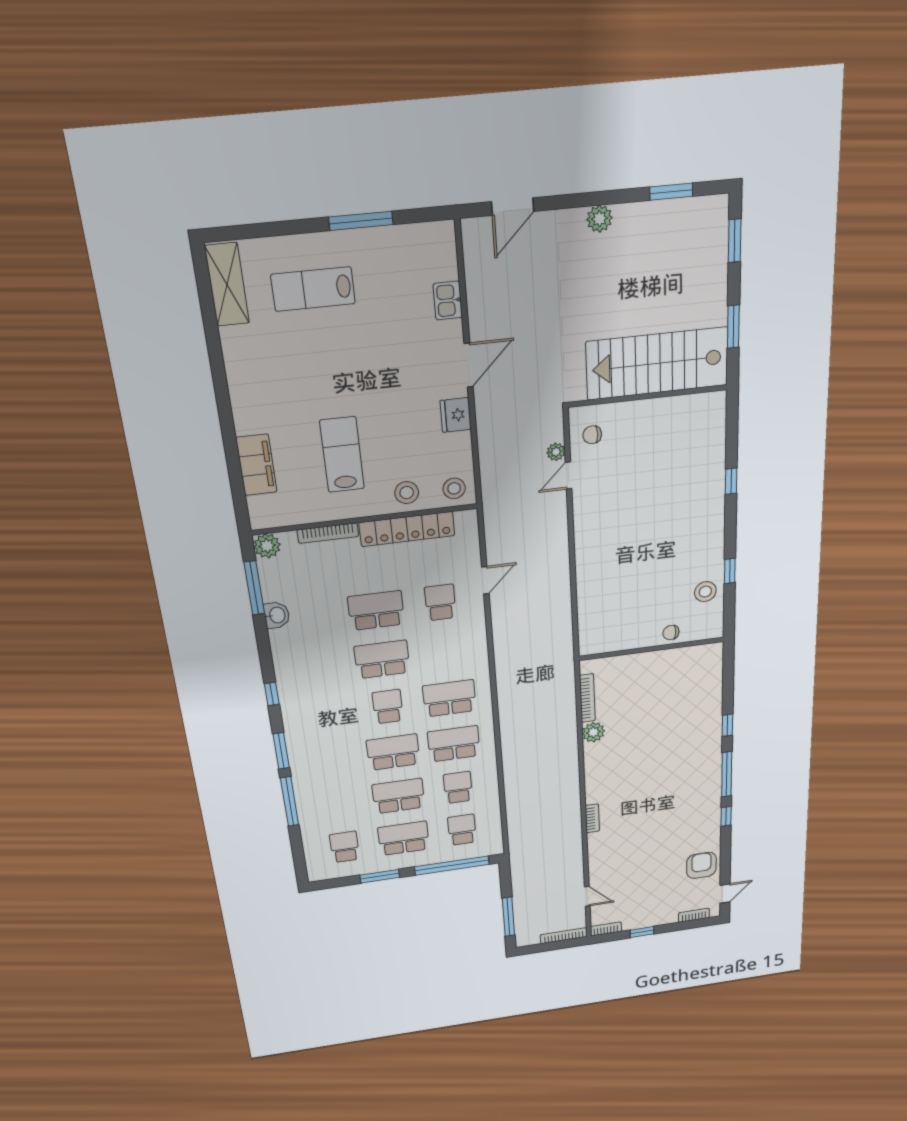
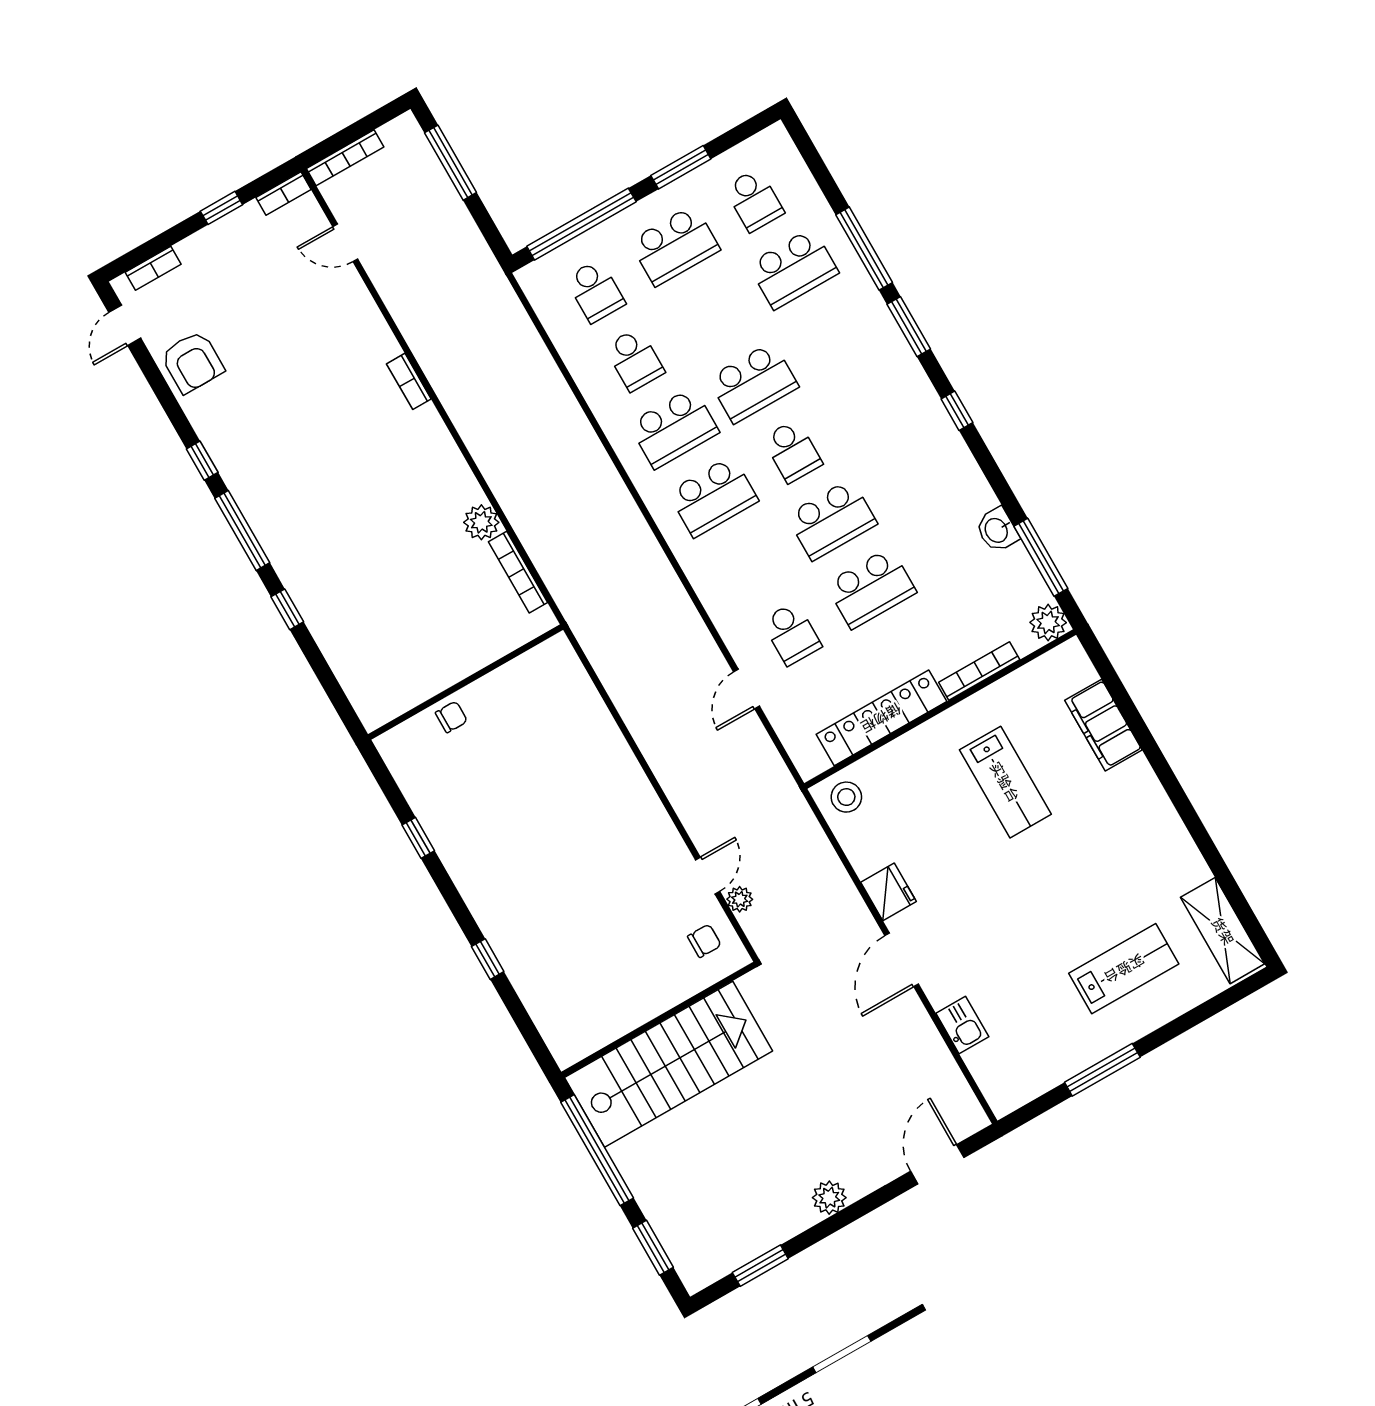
window: (733, 327) -> (597, 1150), width x2.11
stool: (407, 493) -> (904, 766), removed
stool: (705, 592) -> (436, 795), removed
school desk: (398, 796) -> (793, 269), moved

